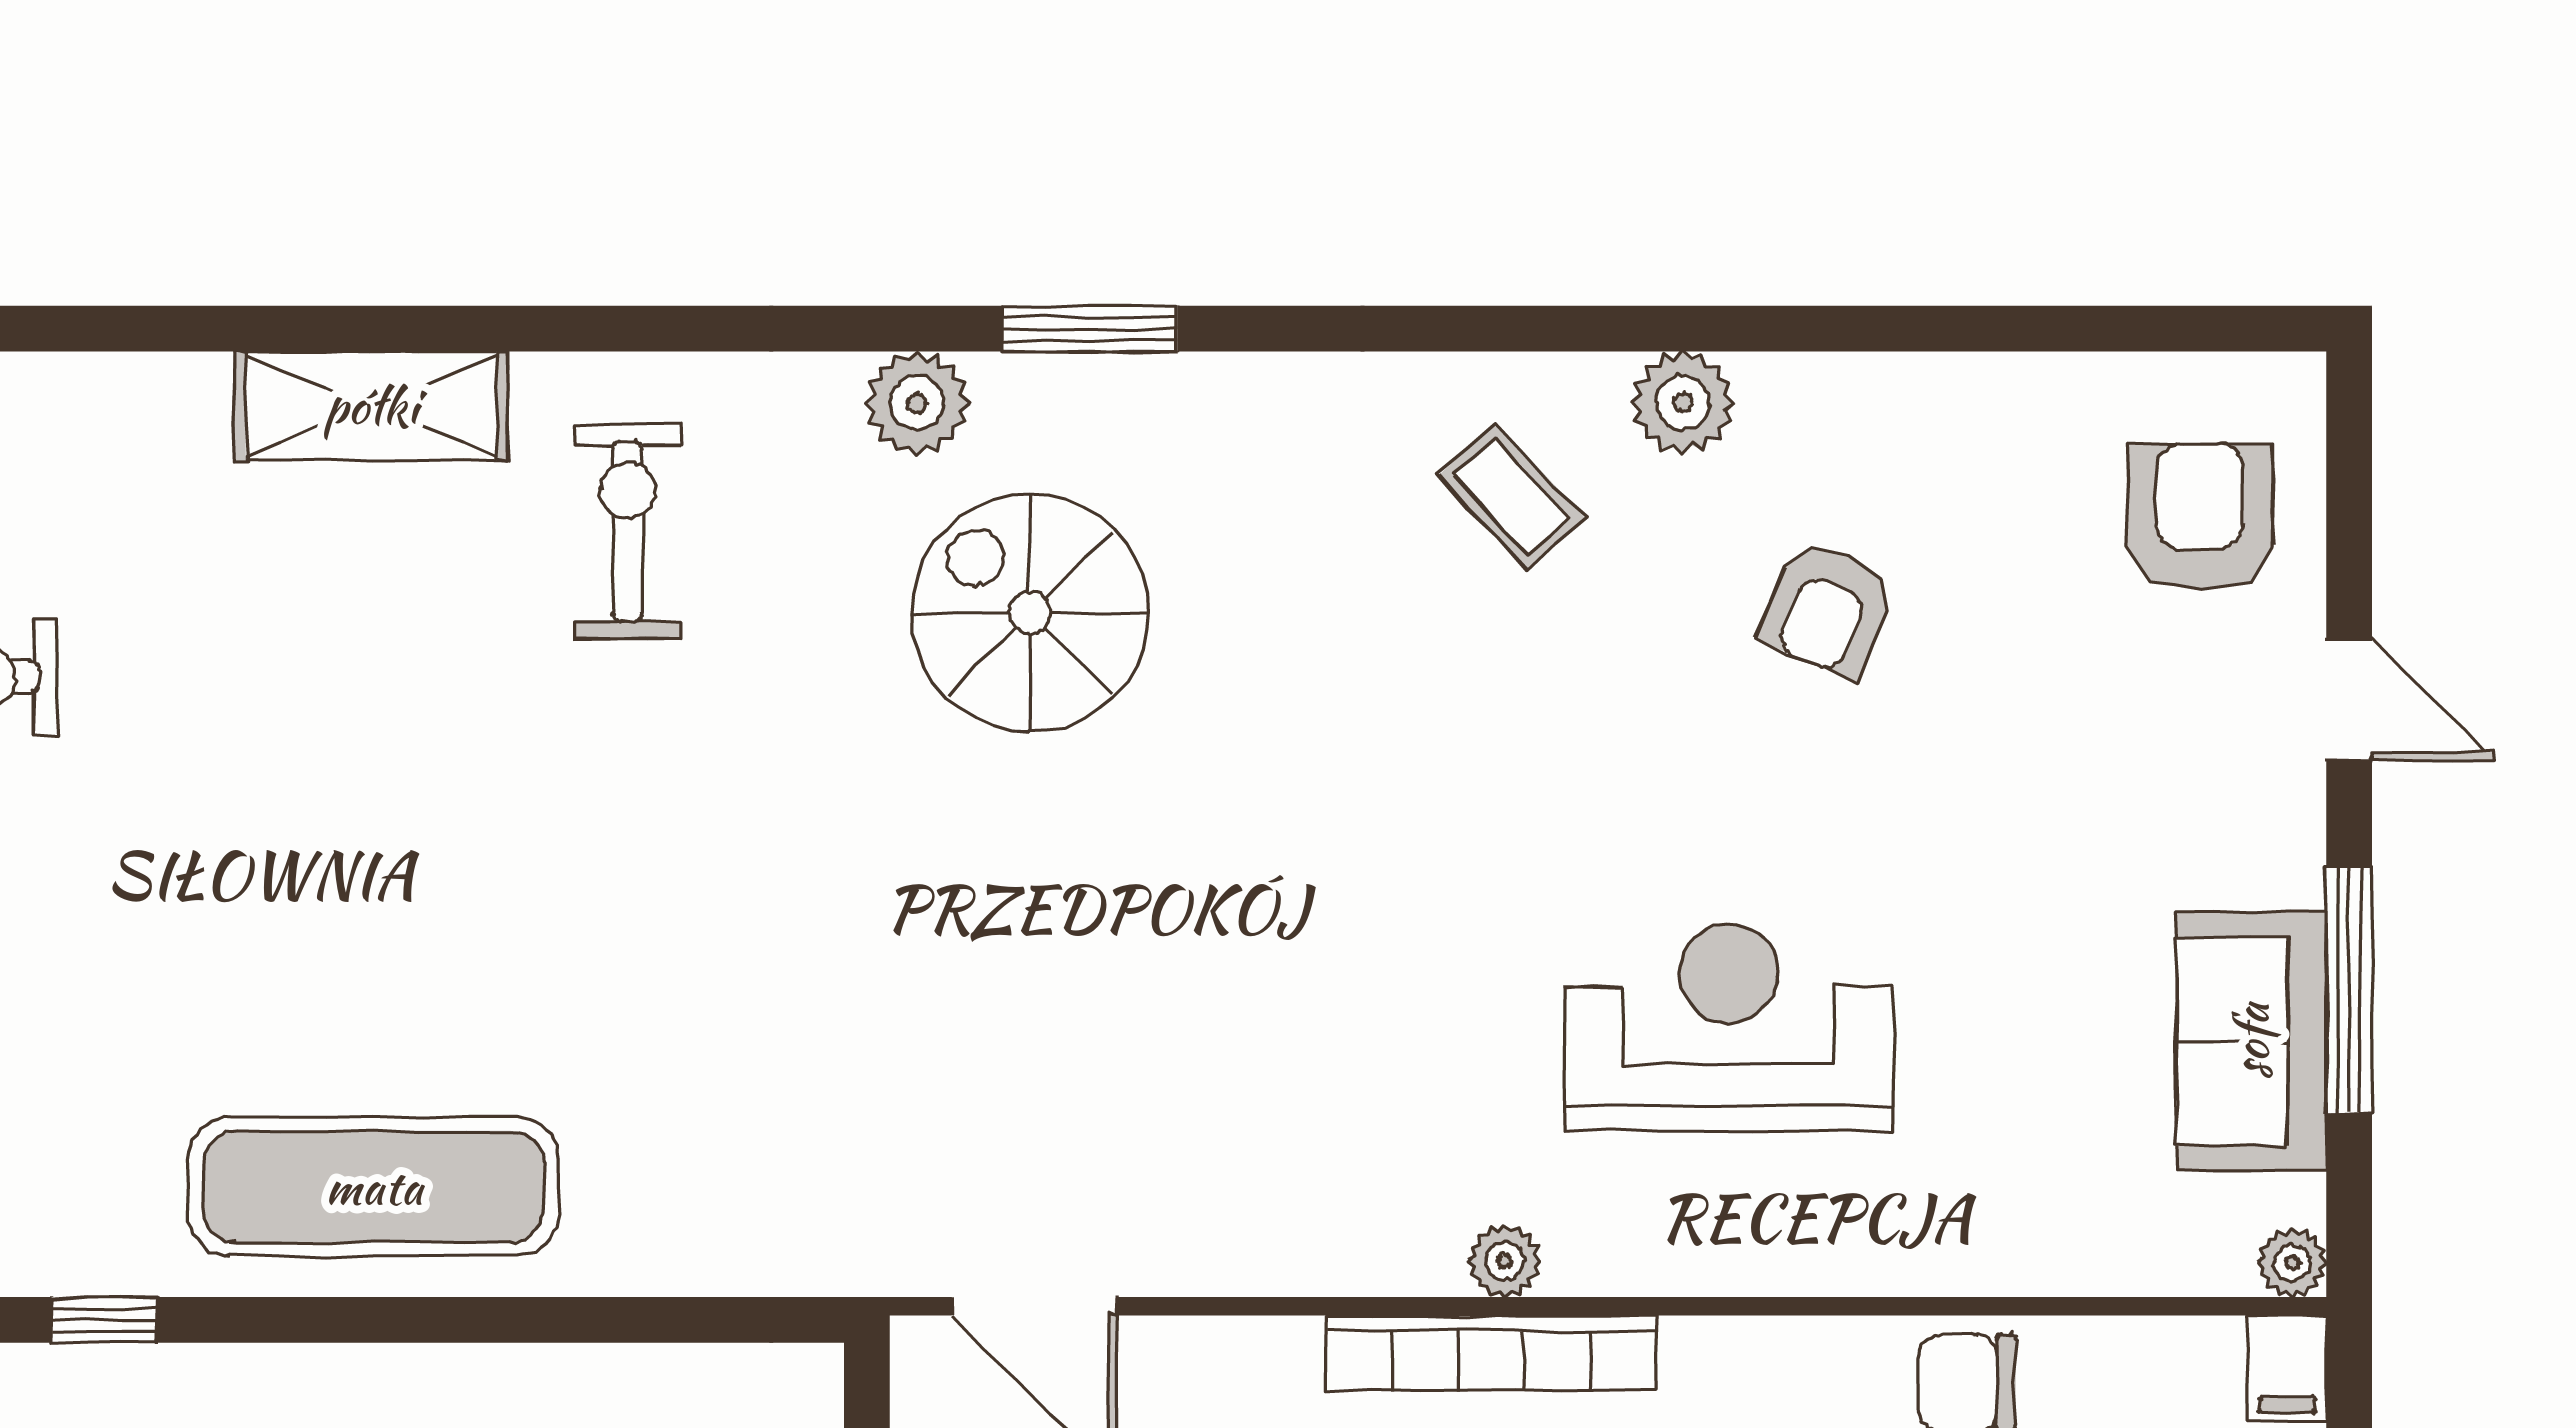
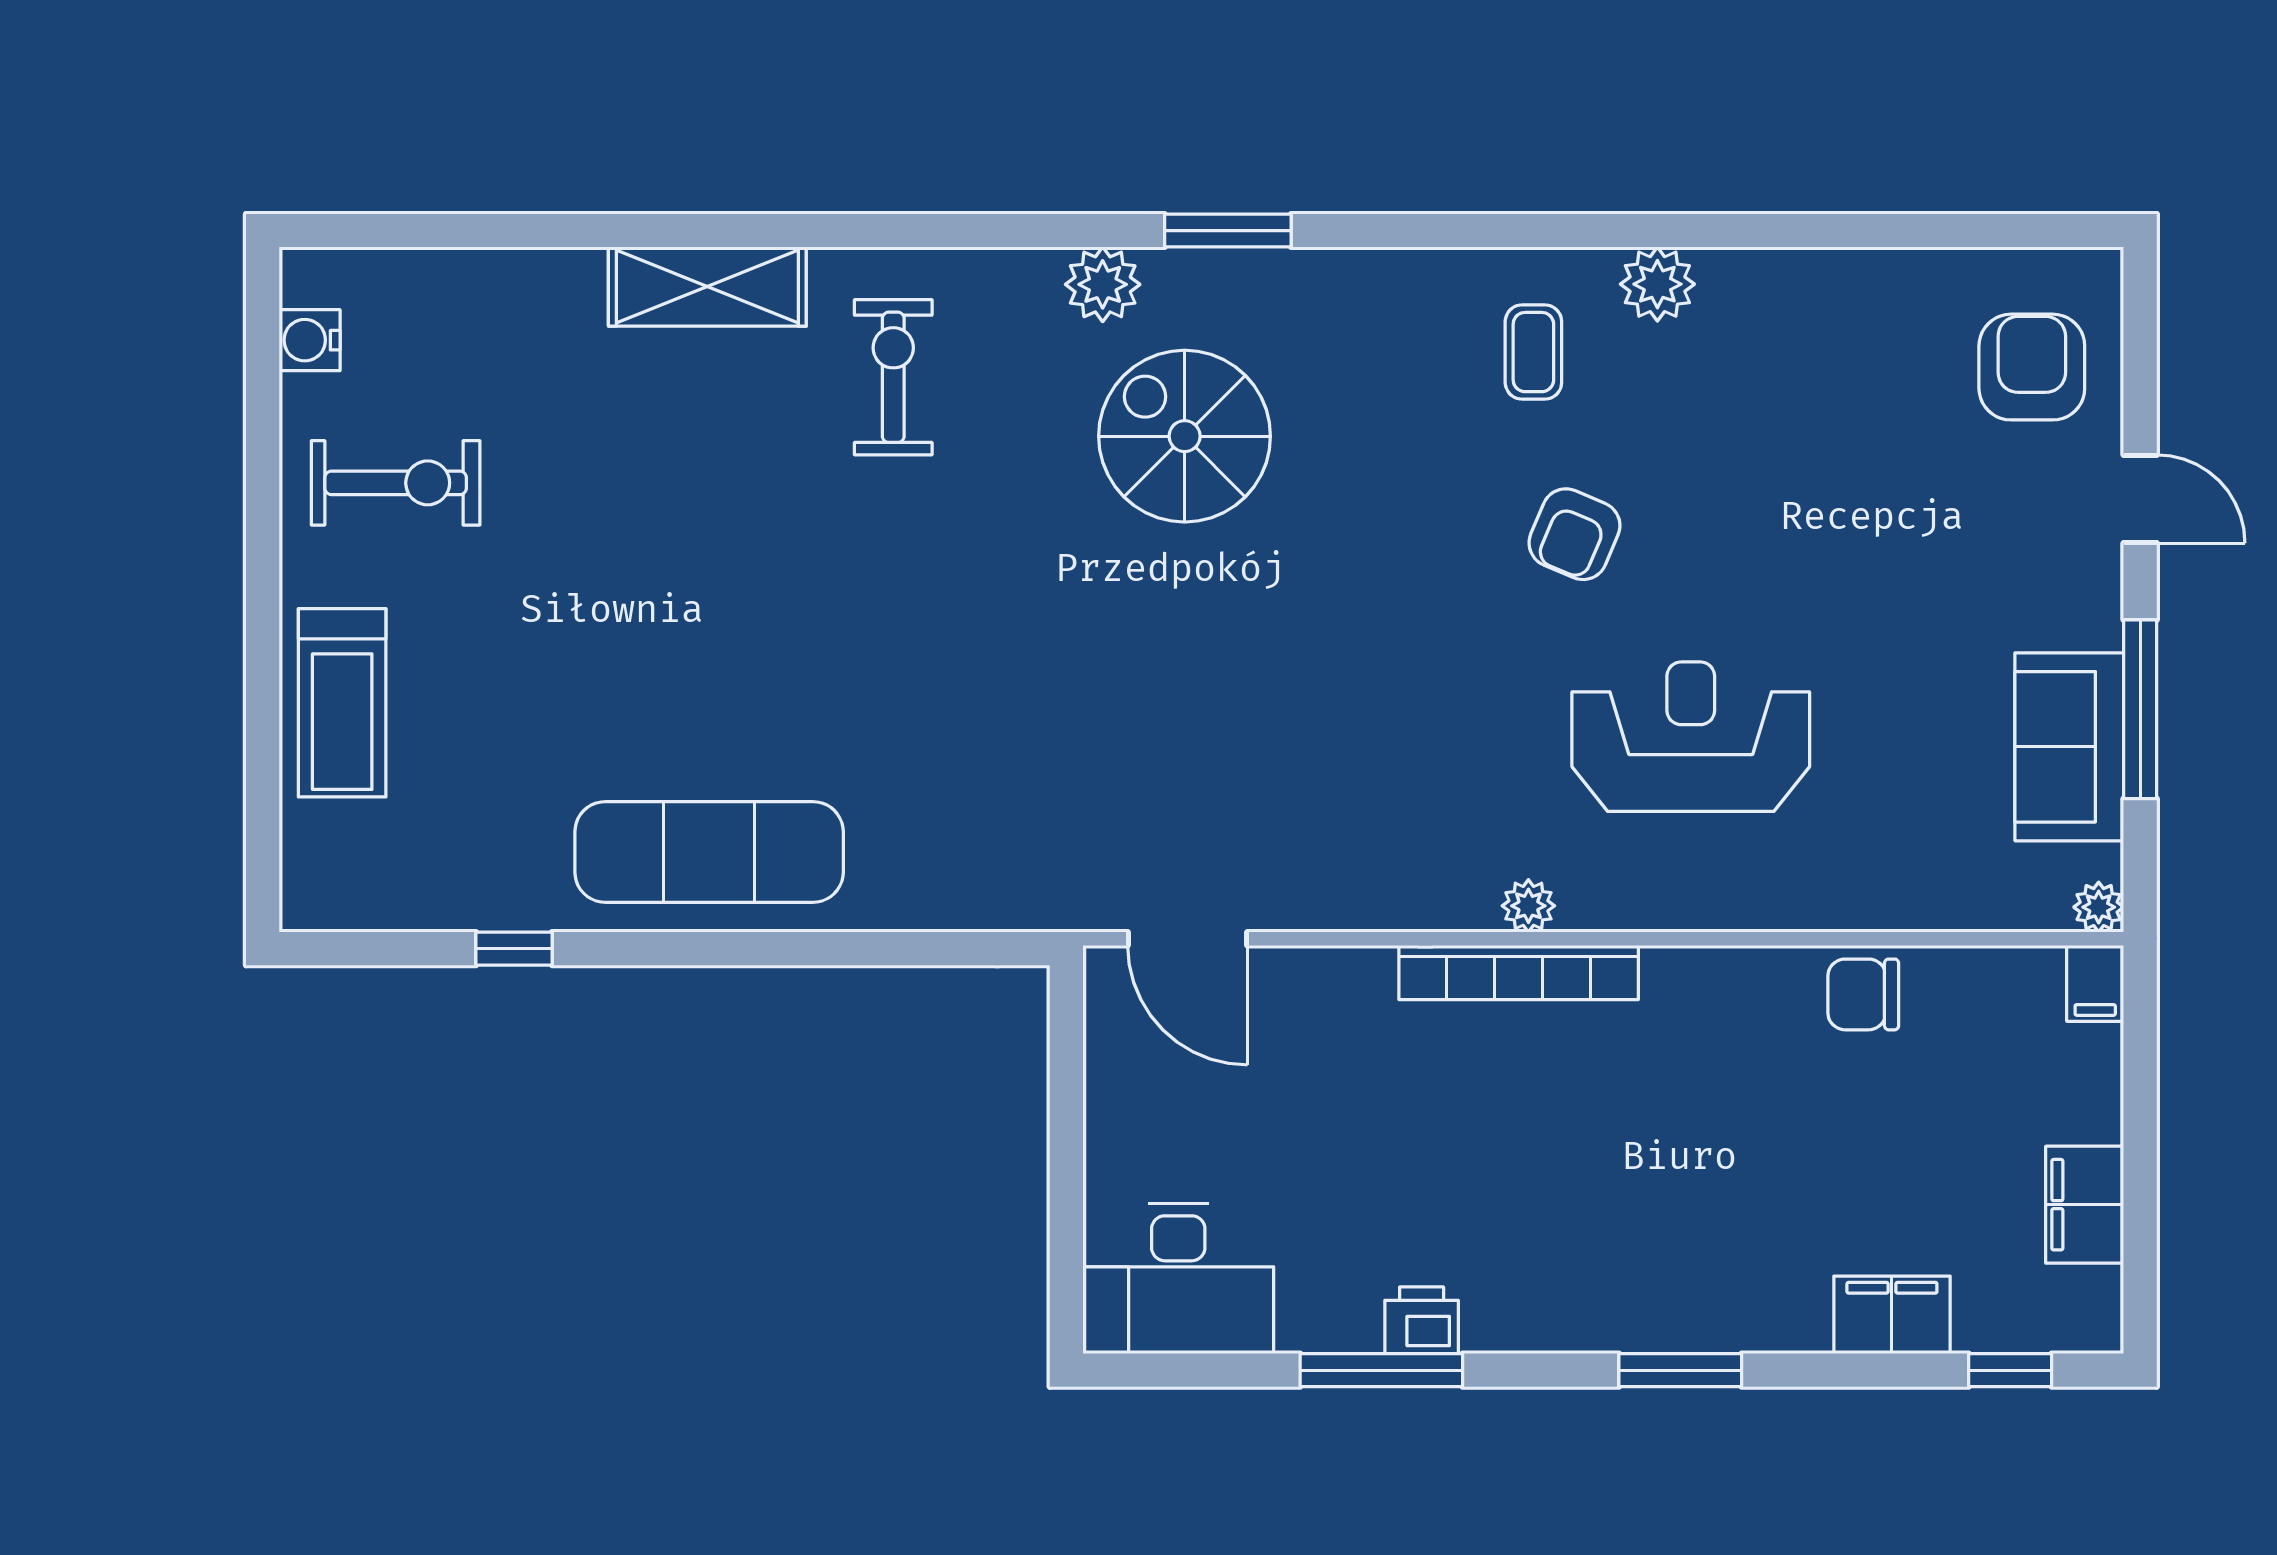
coffee table: (1512, 496) -> (1533, 352), turned 43
armchair: (1828, 609) -> (1574, 534), moved

